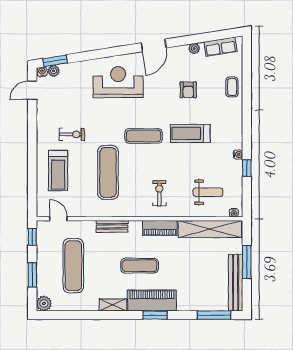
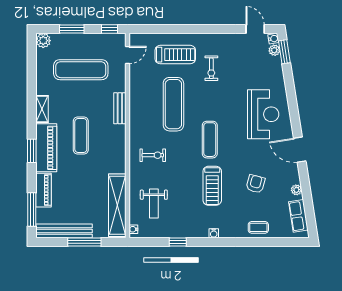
armchair: (188, 90) -> (256, 184), turned 105
treadmill: (190, 133) -> (212, 186), turned 180
water cooler: (238, 155) -> (214, 233), moved
treadmill: (58, 171) -> (175, 55), turned 180
exercise mat: (108, 172) -> (173, 104), turned 90
piano: (160, 228) -> (43, 190), moved, turned 180

